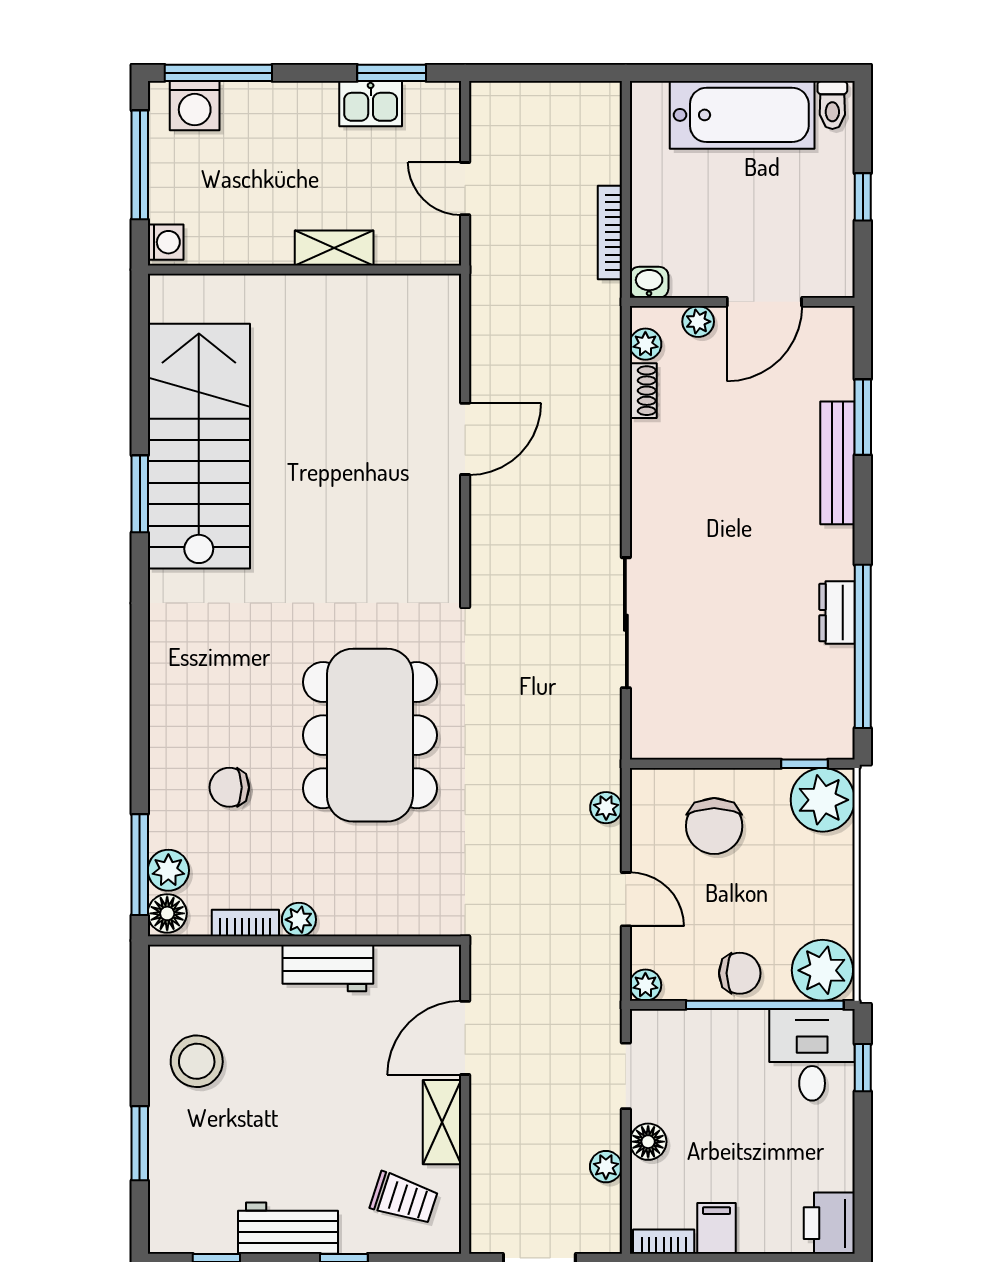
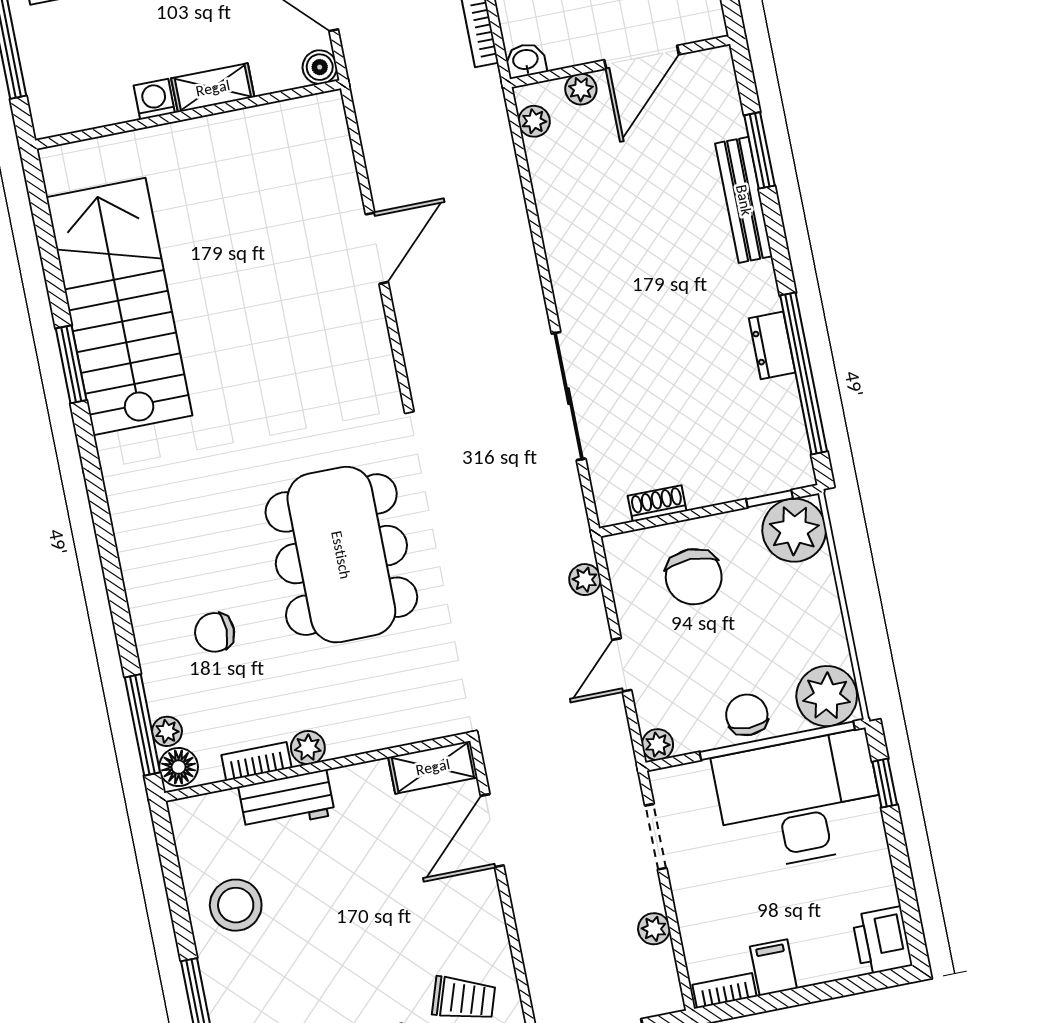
washing machine: (166, 242) -> (154, 99), moved, turned -90
boiler: (444, 249) -> (320, 67), added
shoe rack: (643, 391) -> (657, 503), moved, turned -90
plant: (168, 870) -> (167, 731), width x0.73, depth x0.73
door: (626, 899) -> (622, 665), swing flipped
workbench: (328, 968) -> (287, 801), moved
chair: (740, 973) -> (747, 715), turned -90
desk: (812, 1055) -> (799, 801), width x1.87, depth x1.30
shelving: (442, 1122) -> (433, 767), moved, turned 90
floor lamp: (648, 1142) -> (690, 896), removed

